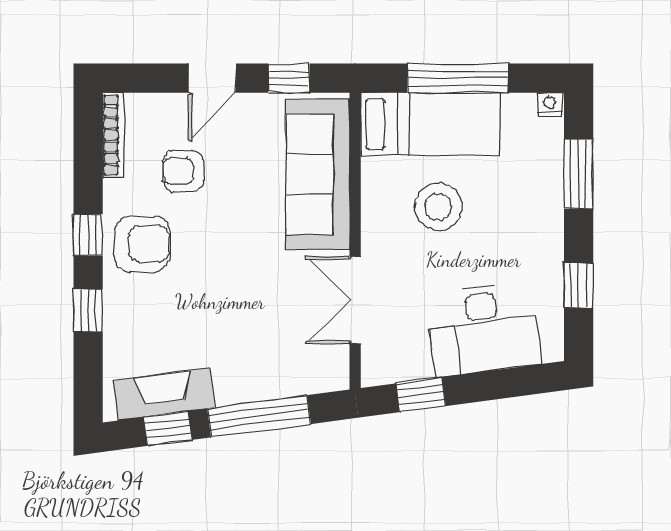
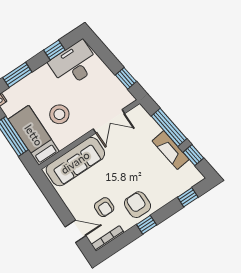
door: (212, 78) -> (76, 231), moved
window: (289, 78) -> (50, 193), removed
window: (88, 310) -> (188, 197), moved
desk: (484, 329) -> (74, 64), moved, turned -82
fireplace: (164, 394) -> (171, 150), moved

